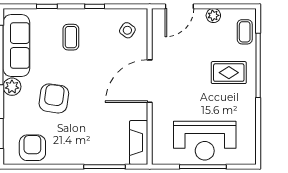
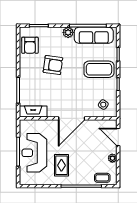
coffee table: (71, 37) -> (99, 69), width x1.86, depth x1.72
rug: (229, 73) -> (61, 165), moved
door: (150, 81) -> (72, 118), swing flipped
armchair: (54, 98) -> (53, 65), moved
armchair: (32, 148) -> (30, 45), turned 90

